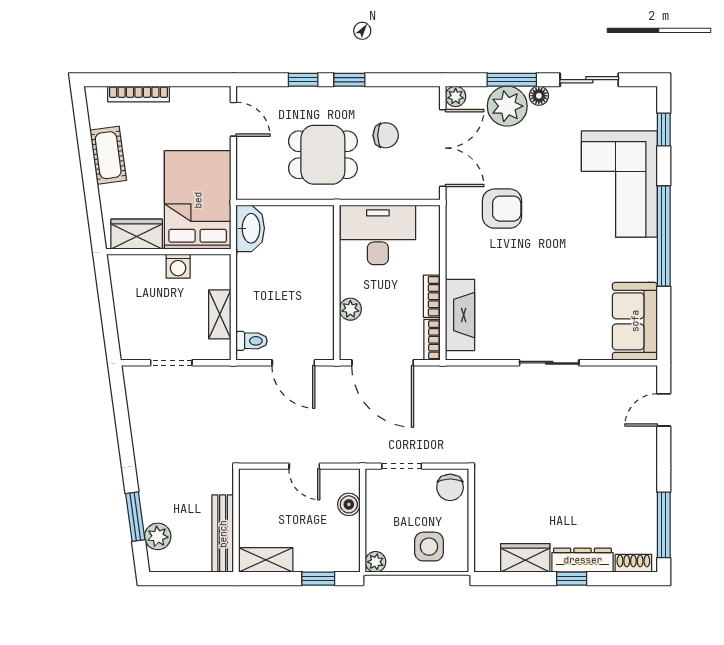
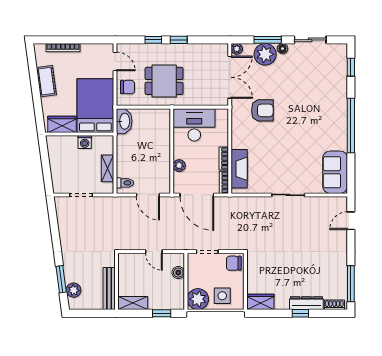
chair: (386, 135) -> (128, 87), moved
corner sofa: (619, 184) -> (327, 97), removed
chair: (450, 487) -> (234, 263), turned 90
wardrobe: (525, 558) -> (260, 302), moved
plant: (376, 562) -> (198, 299), width x1.88, depth x1.88

